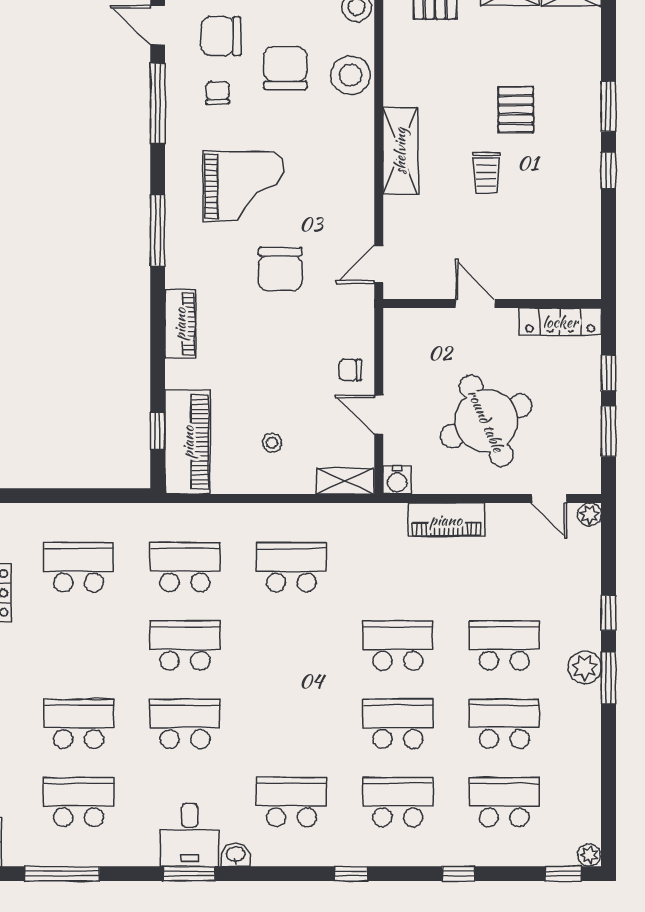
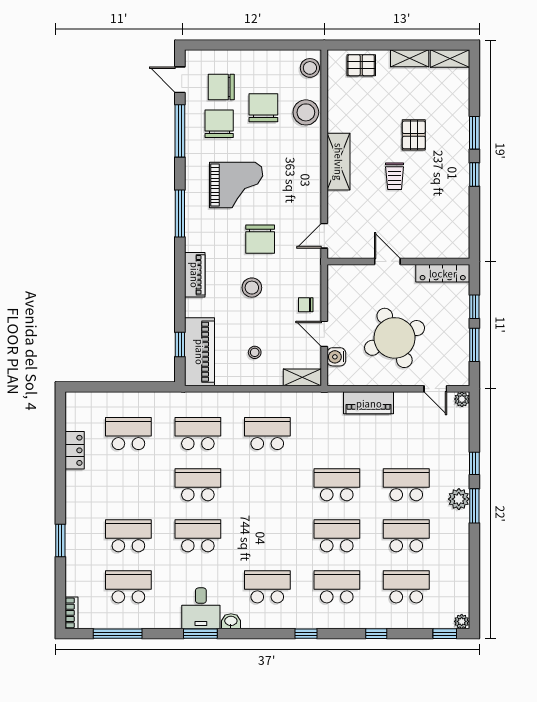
chair: (218, 93) -> (219, 124), width x1.87, depth x1.87
stool: (268, 344) -> (252, 288), added
water cooler: (397, 480) -> (336, 357), moved, turned 90

